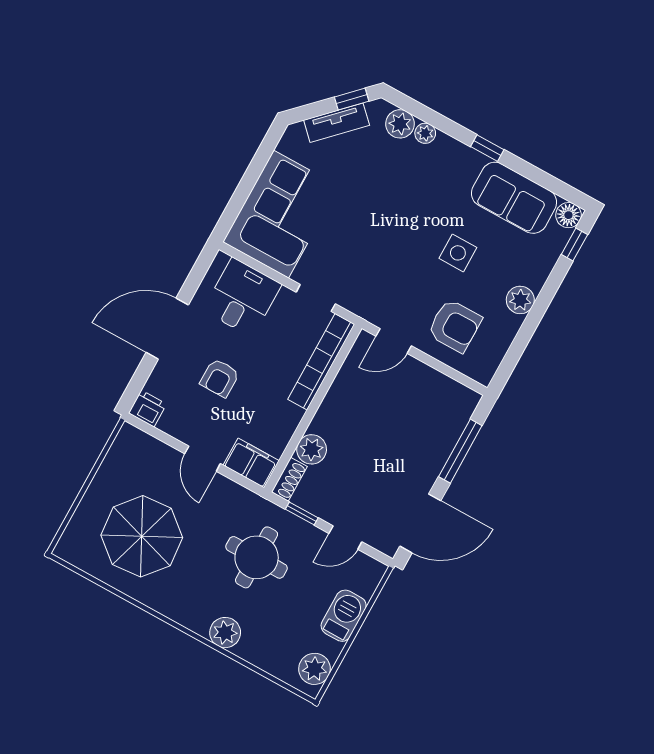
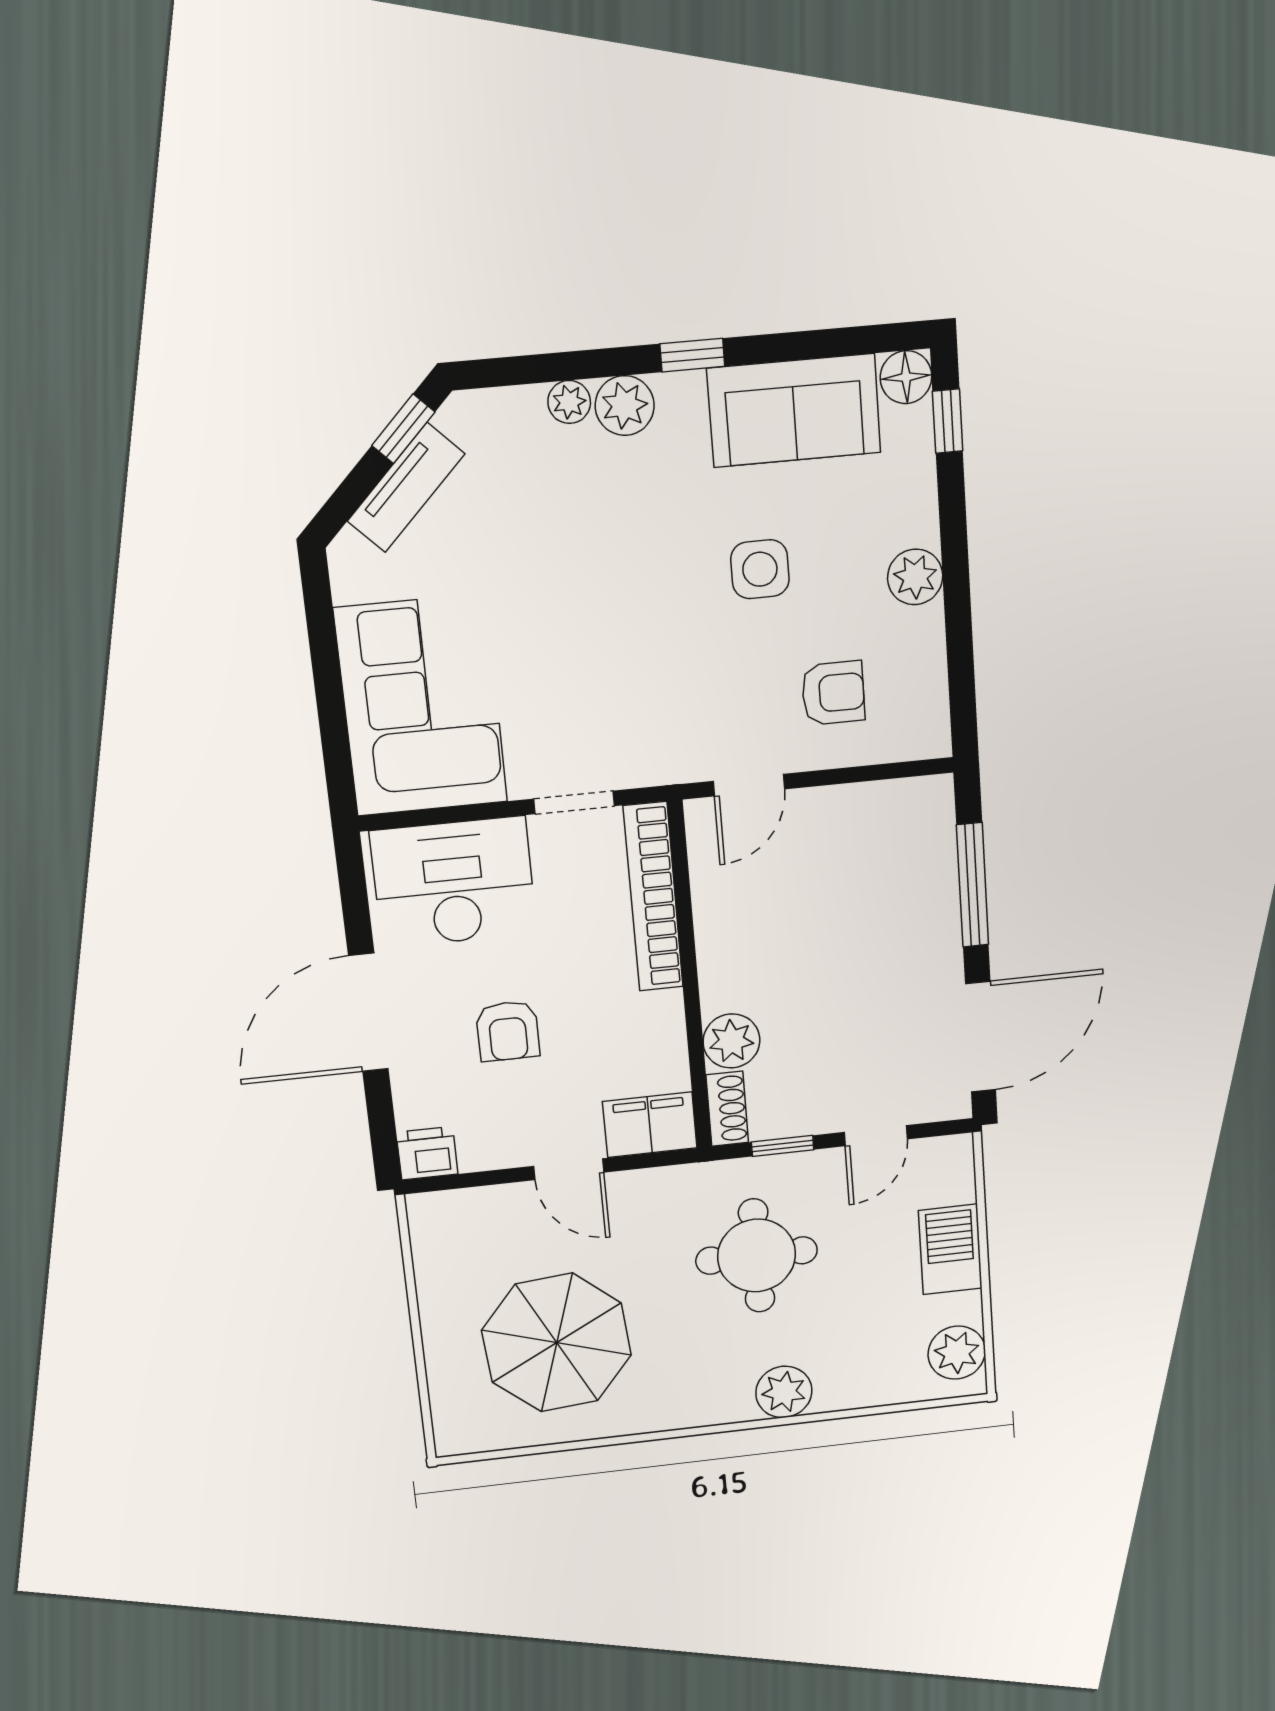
plant: (400, 124) -> (625, 406), moved
desk: (242, 297) -> (454, 882), width x1.37
armchair: (455, 326) -> (833, 693), width x0.72, depth x0.72

